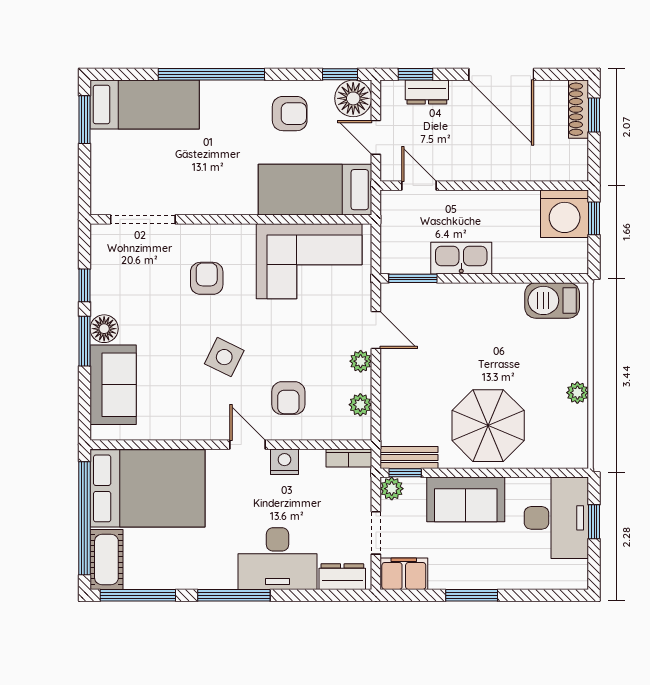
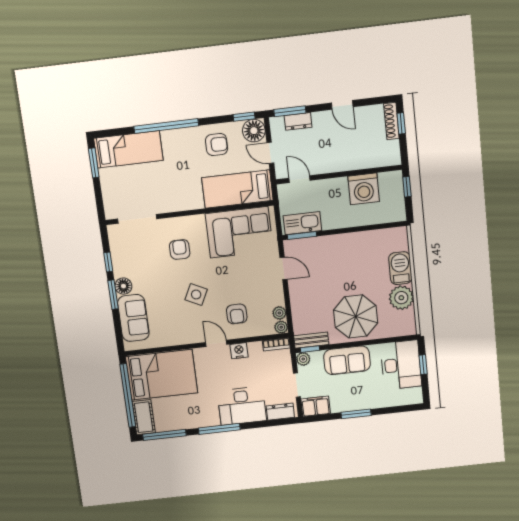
window: (416, 74) -> (290, 111), width x1.50
door: (501, 74) -> (342, 105), width x0.53
washing machine: (565, 214) -> (364, 189), moved
kitchen sink: (461, 258) -> (302, 223), moved
barbecue: (552, 300) -> (400, 268), moved, turned 90
plant: (361, 361) -> (281, 327), moved
plant: (577, 393) -> (401, 298), width x1.87, depth x1.87

